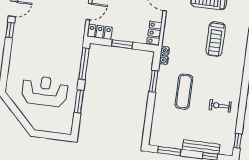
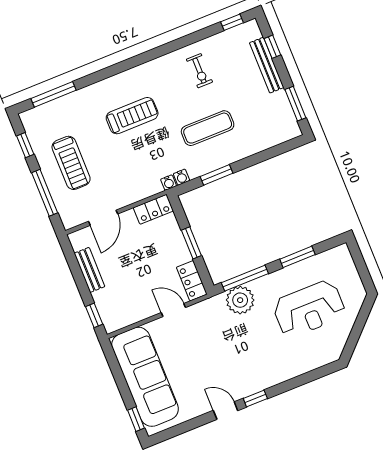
treadmill: (216, 39) -> (132, 116), moved
plant: (73, 54) -> (240, 300), added
reception desk: (45, 91) -> (309, 309), turned -90

